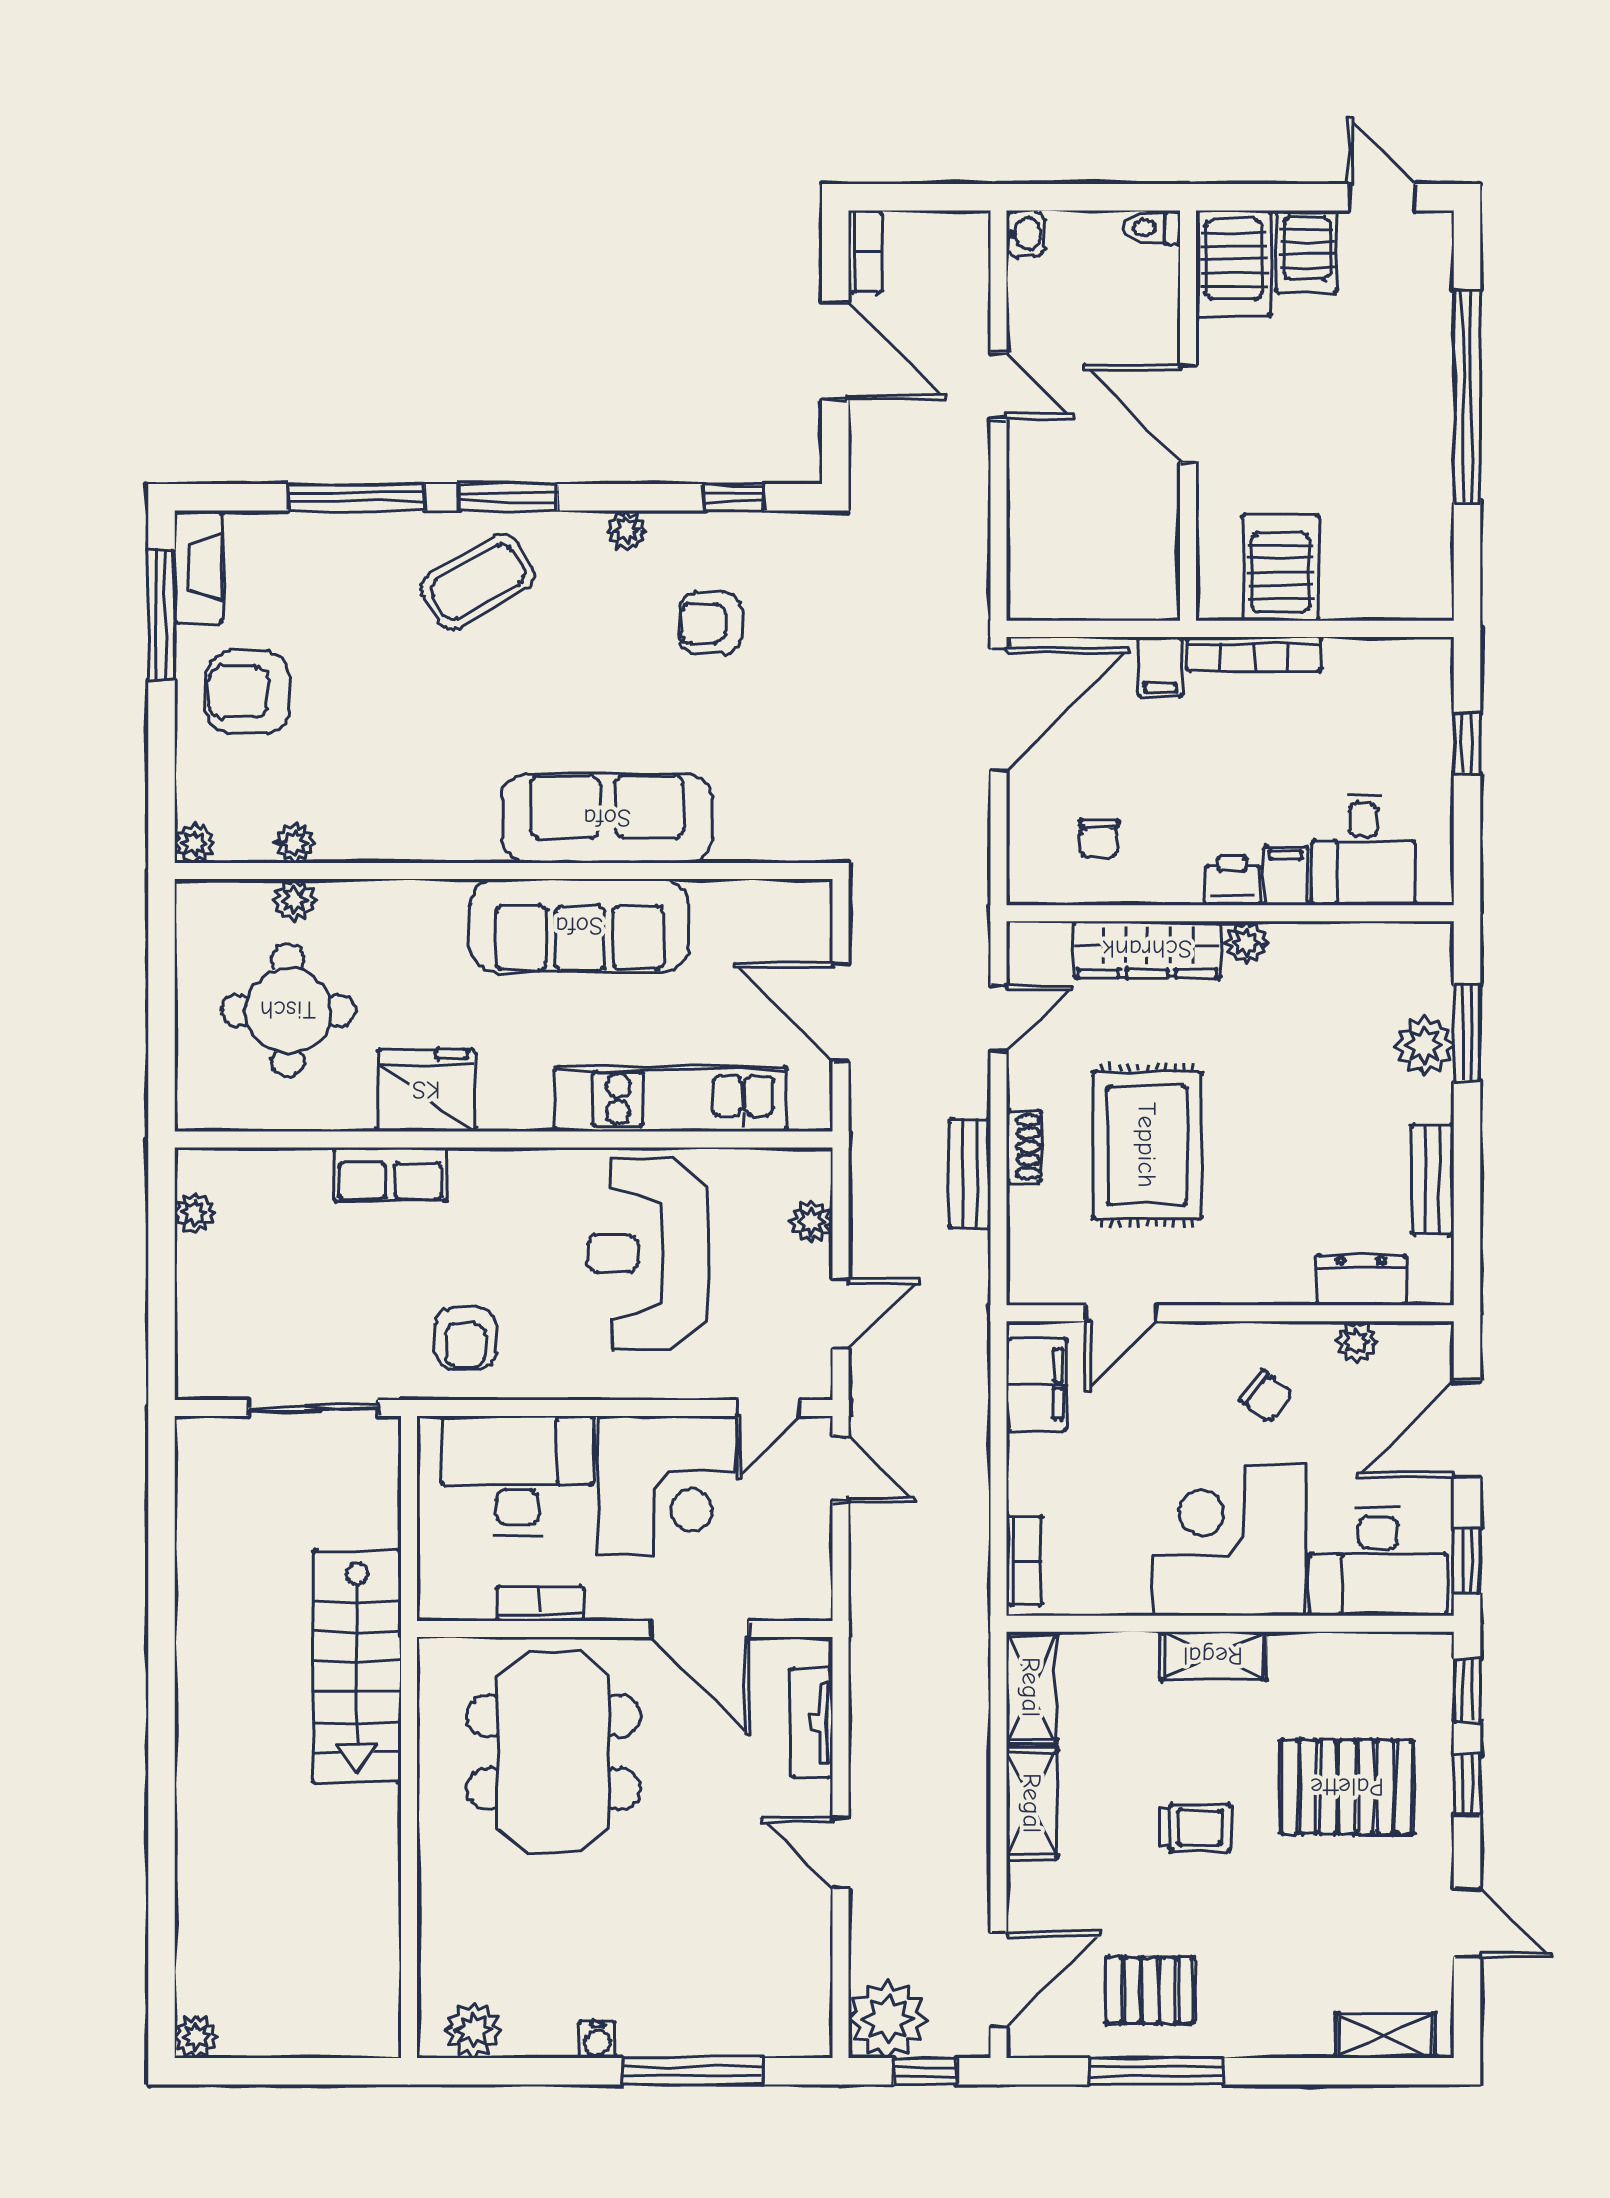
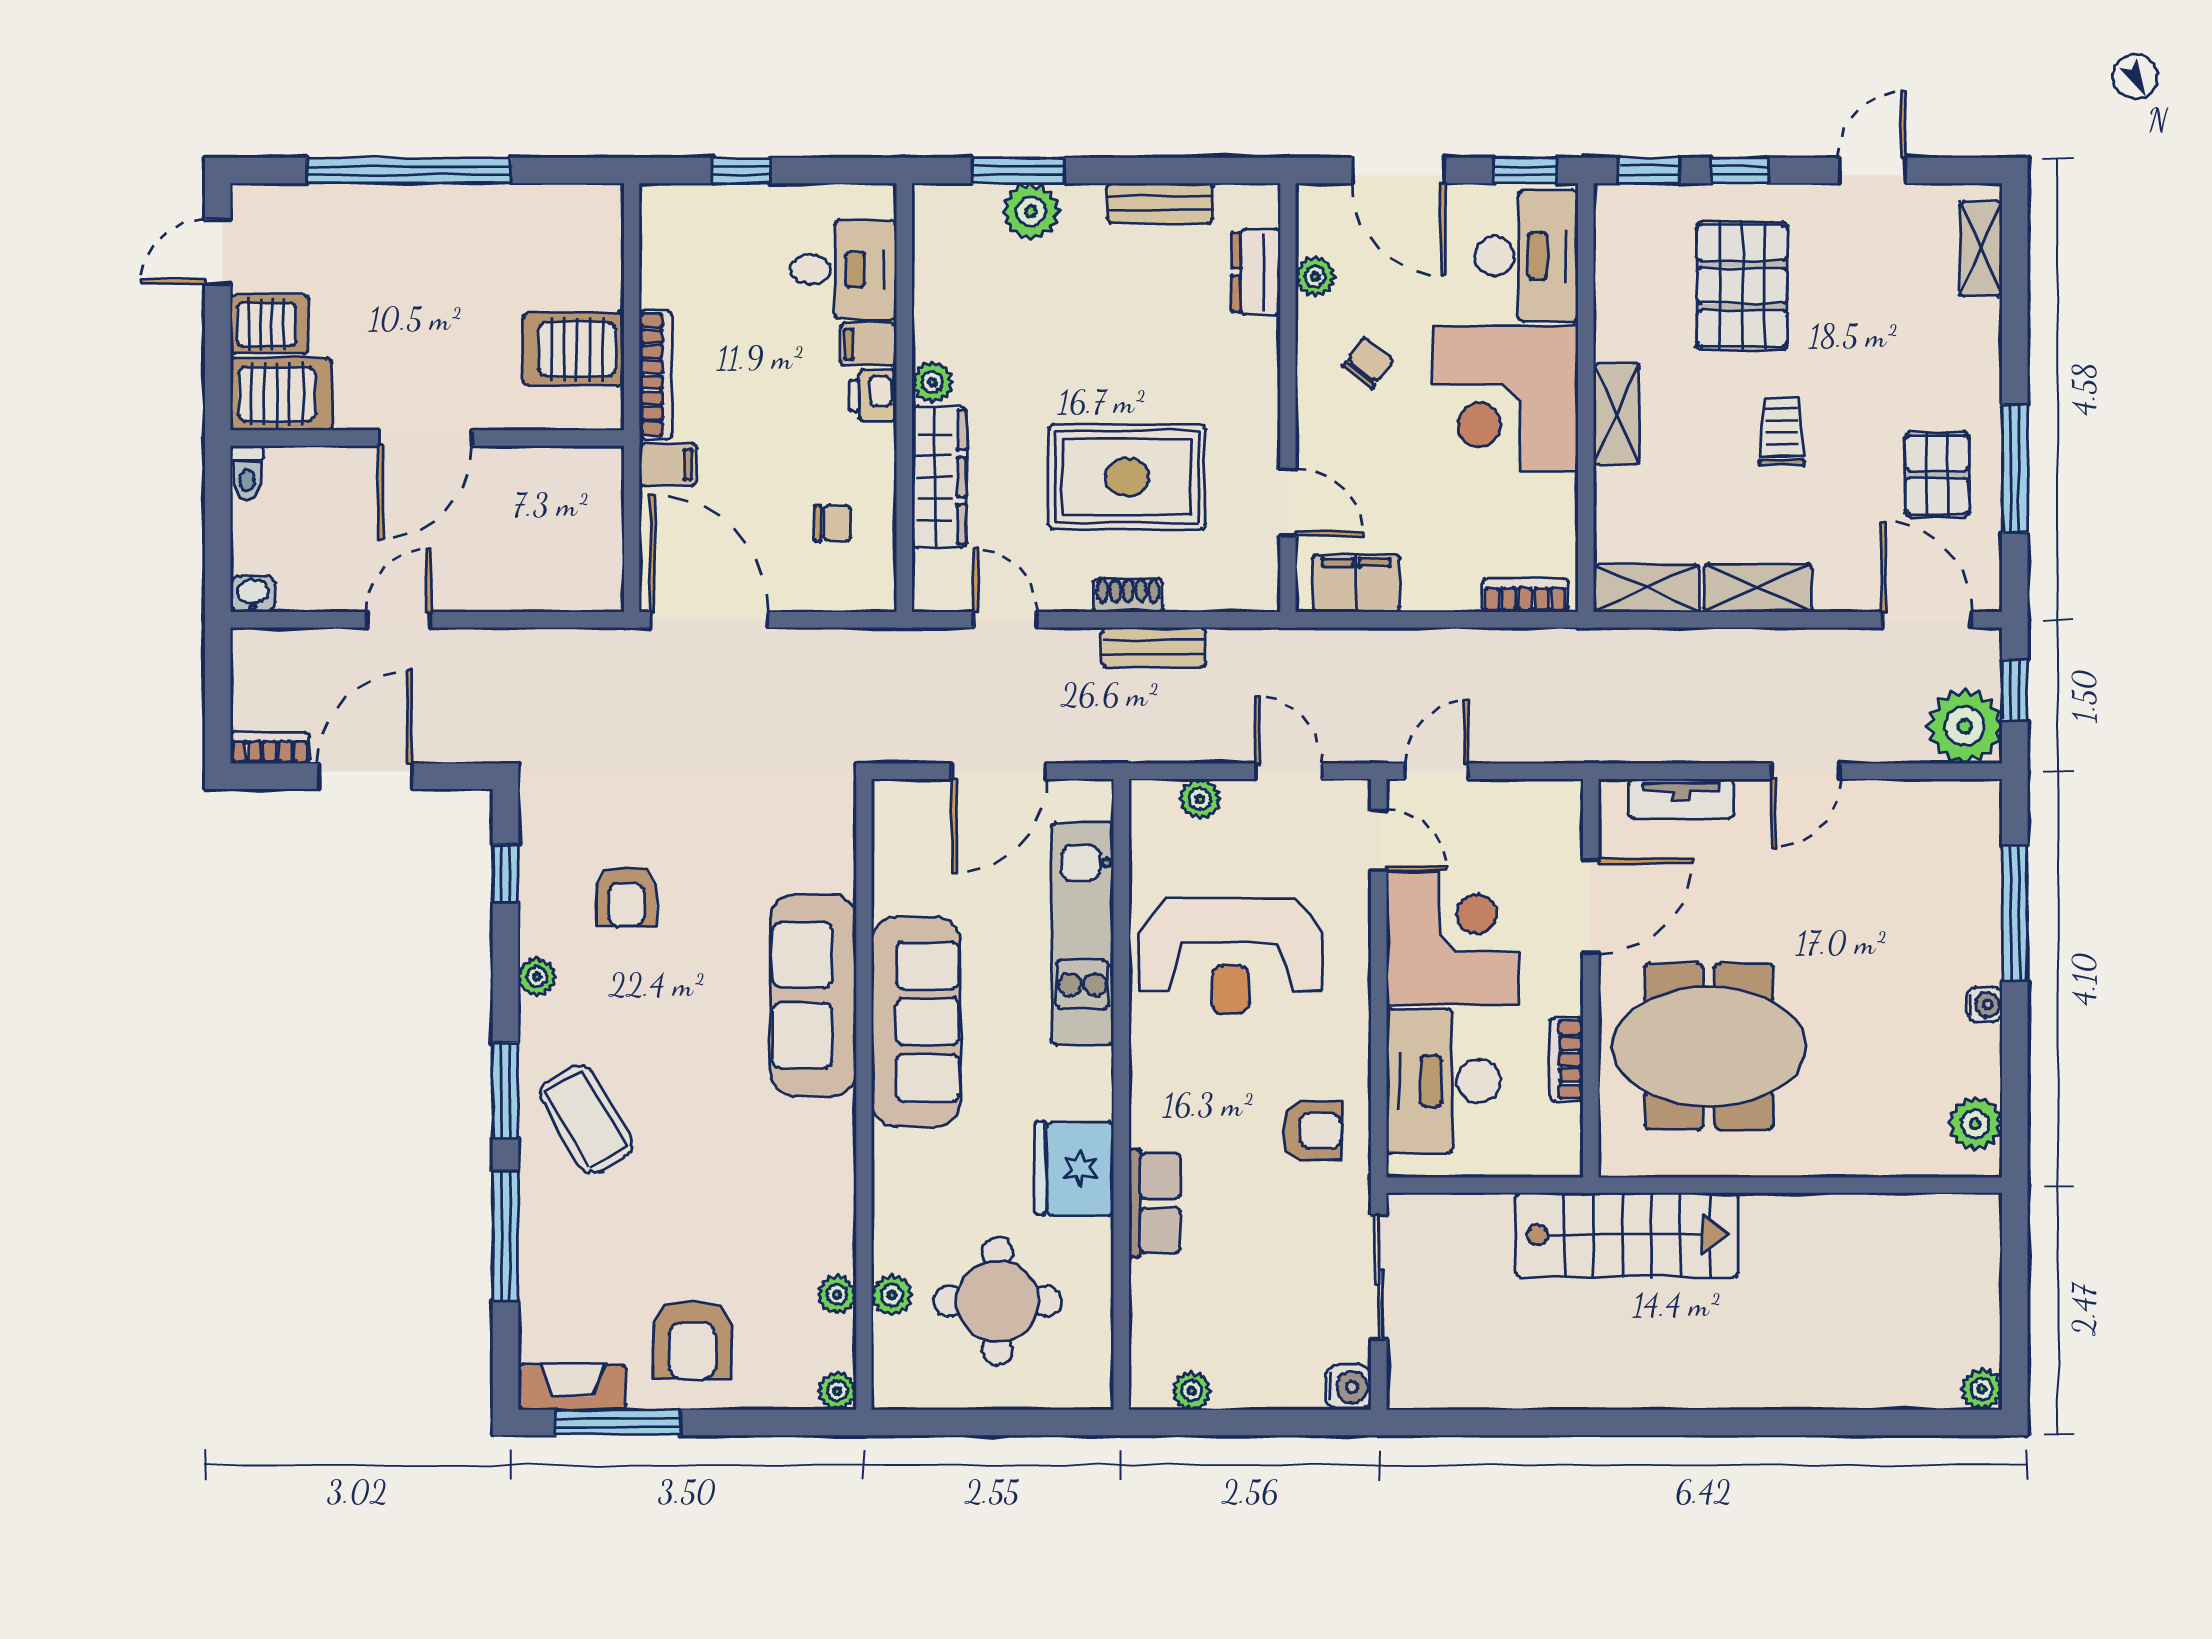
water cooler: (198, 1376) -> (1348, 1387), added

